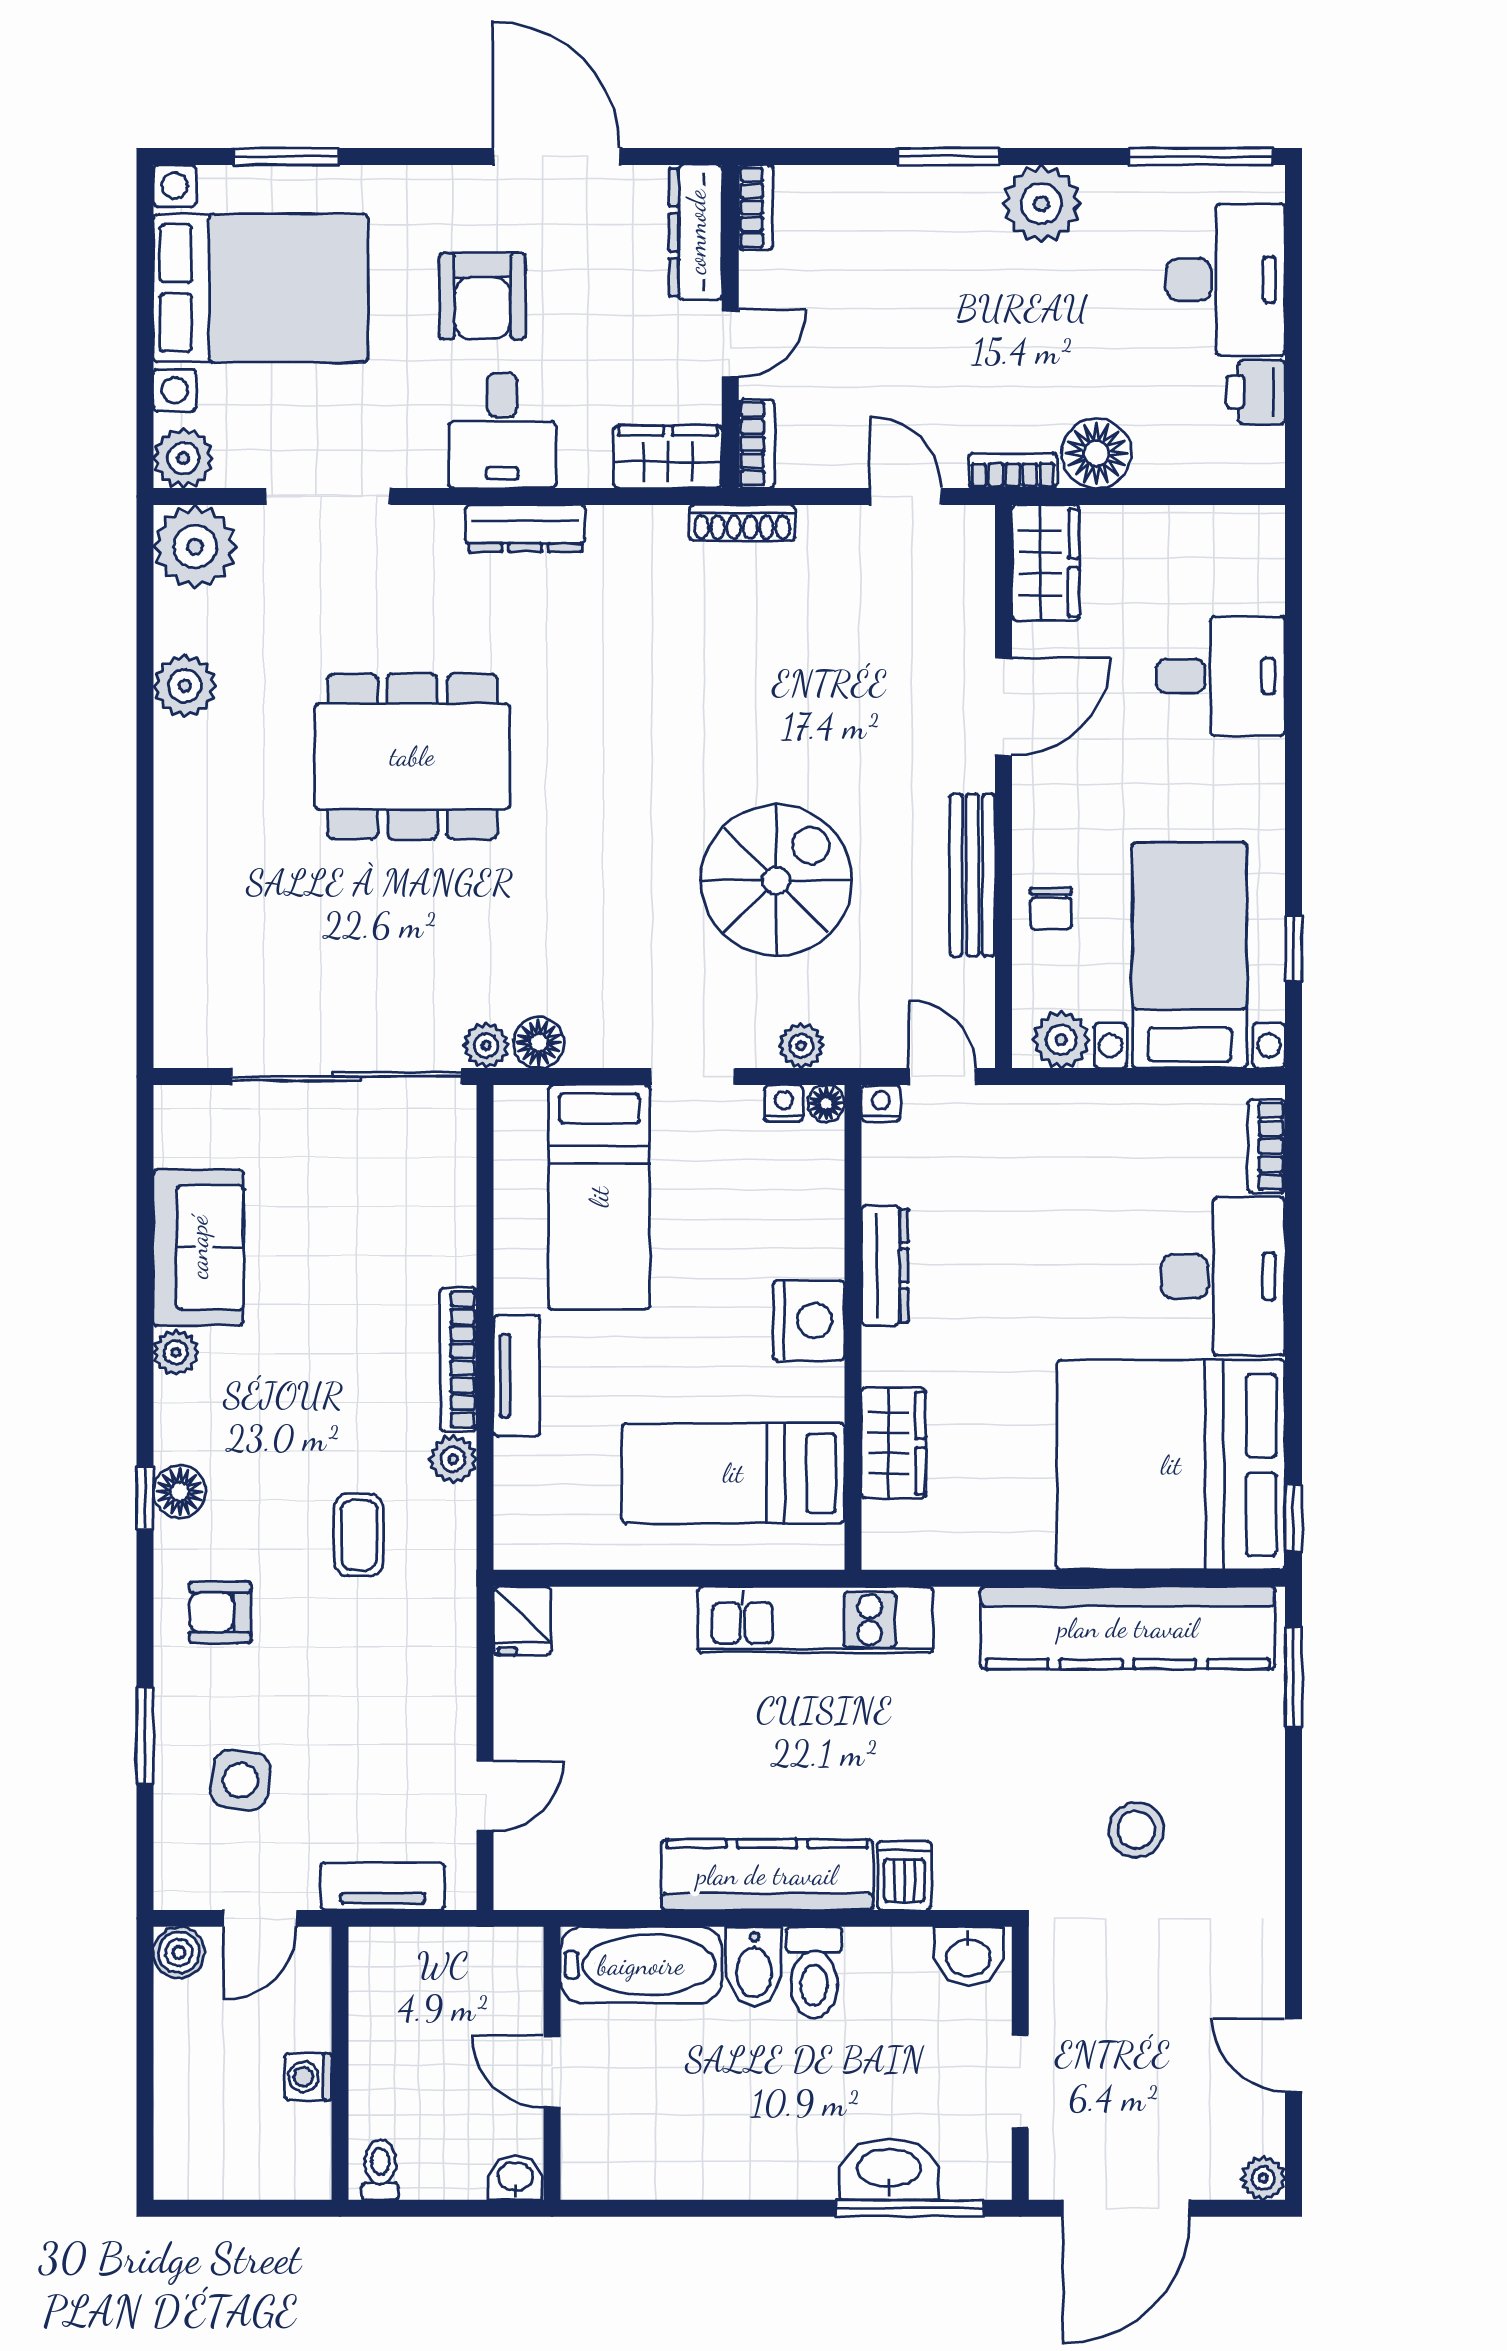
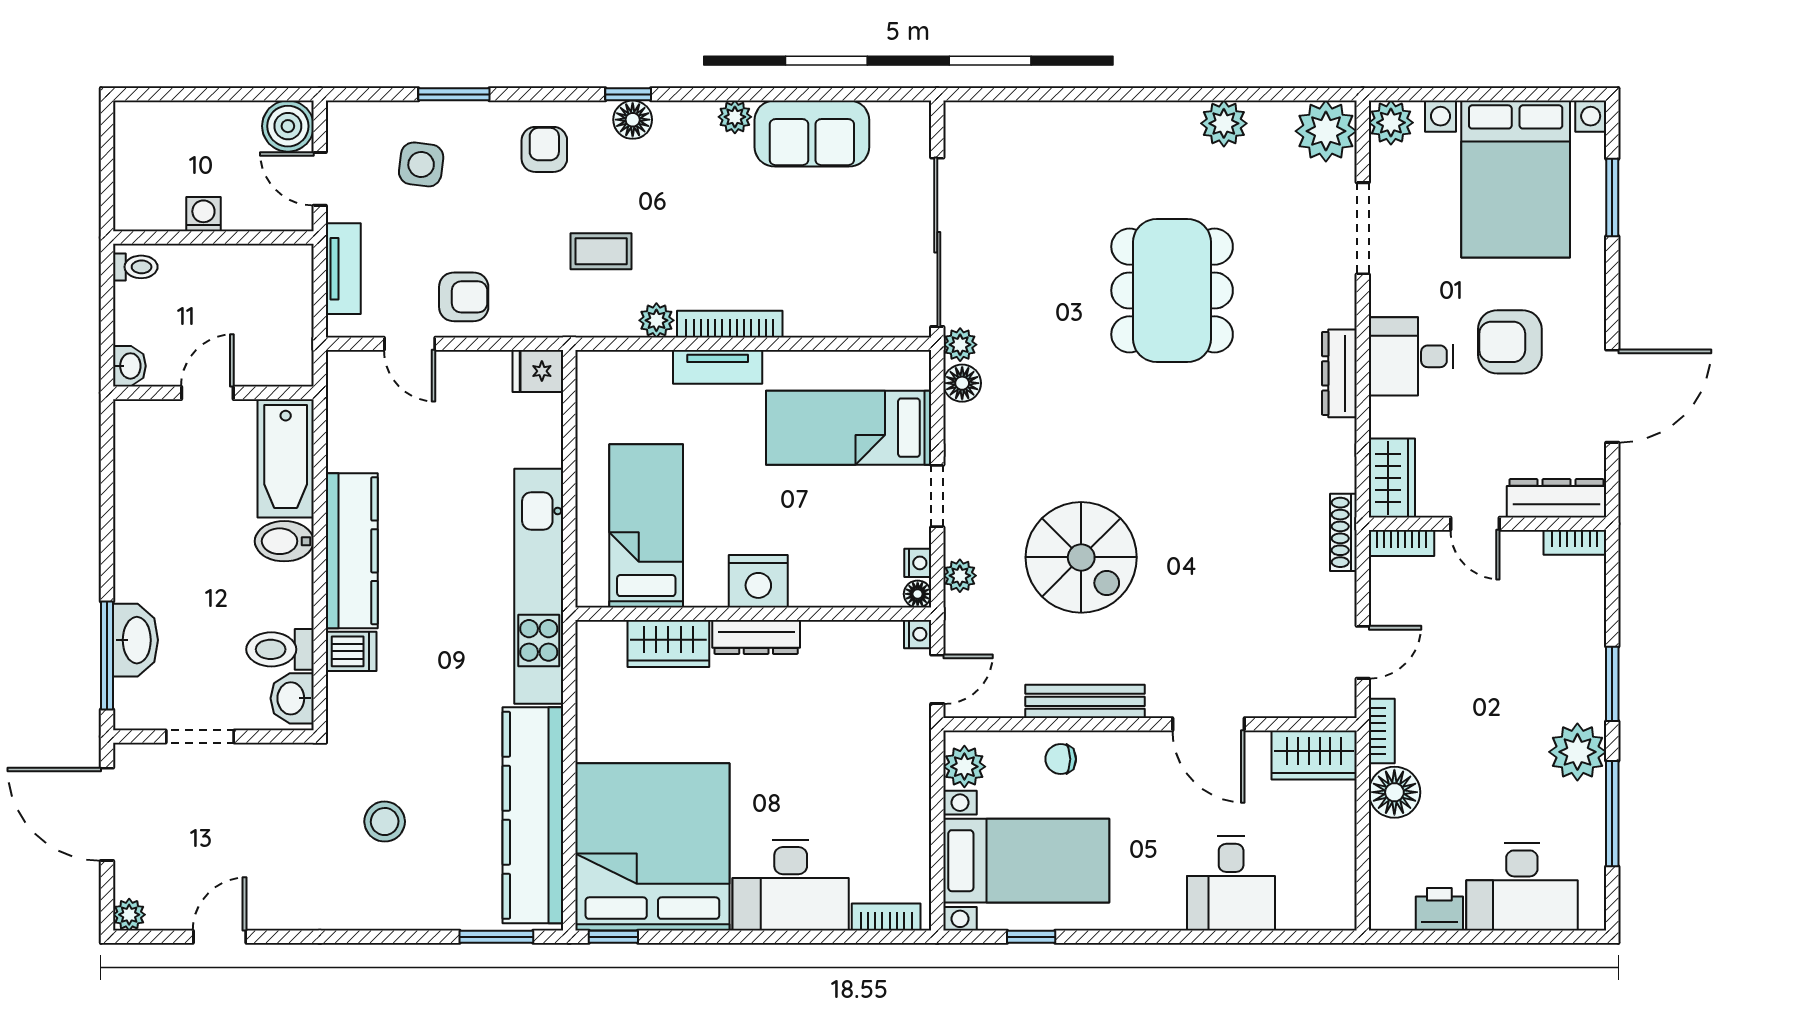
window: (1201, 156) -> (1612, 814), moved
dresser: (885, 1266) -> (756, 637), moved
kitchen unit: (816, 1620) -> (539, 586), width x1.36
armchair: (421, 1722) -> (464, 297), added
boiler: (179, 1952) -> (288, 126), width x1.36, depth x1.36
toilet: (814, 1972) -> (280, 649), moved

